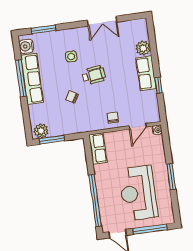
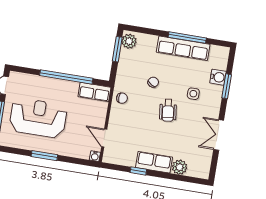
window: (44, 29) -> (227, 86), moved
water cooler: (26, 46) -> (218, 77), moved, turned 90
chair: (113, 118) -> (122, 98), moved
window: (95, 201) -> (66, 77), moved

